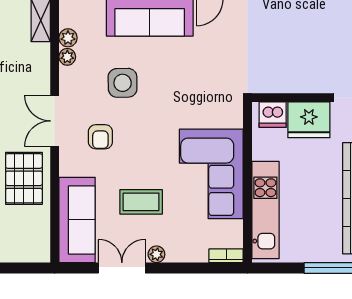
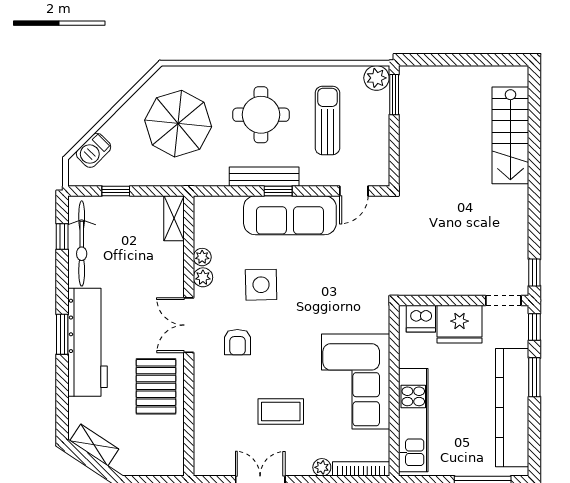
plant: (68, 38) -> (203, 277), moved
sofa: (77, 220) -> (213, 431), removed
plant: (156, 254) -> (322, 467), moved
bookcase: (226, 256) -> (361, 469), width x1.56

